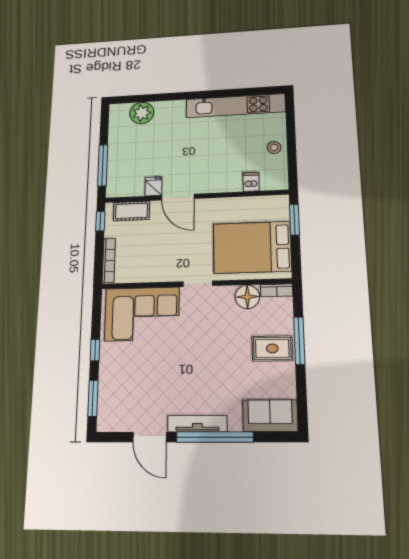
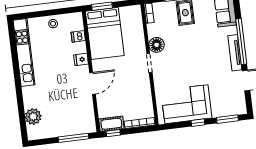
fridge: (153, 186) -> (81, 59), moved
cot: (132, 211) -> (111, 124), moved, turned 90
bed: (252, 247) -> (105, 33), moved
floor lamp: (247, 297) -> (157, 45), moved
corner sofa: (142, 314) -> (186, 104), moved, turned -90

